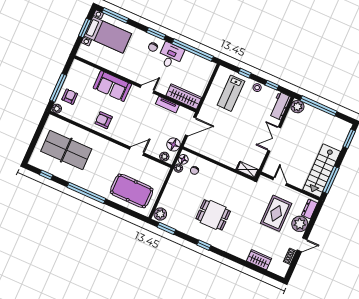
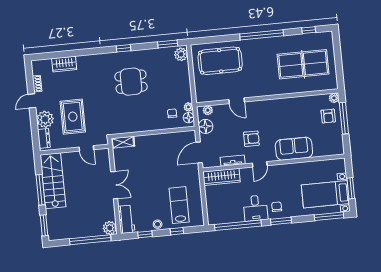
armchair: (104, 120) -> (251, 139), moved
door: (137, 151) -> (237, 101), hinge flipped
window: (331, 180) -> (41, 190), moved

